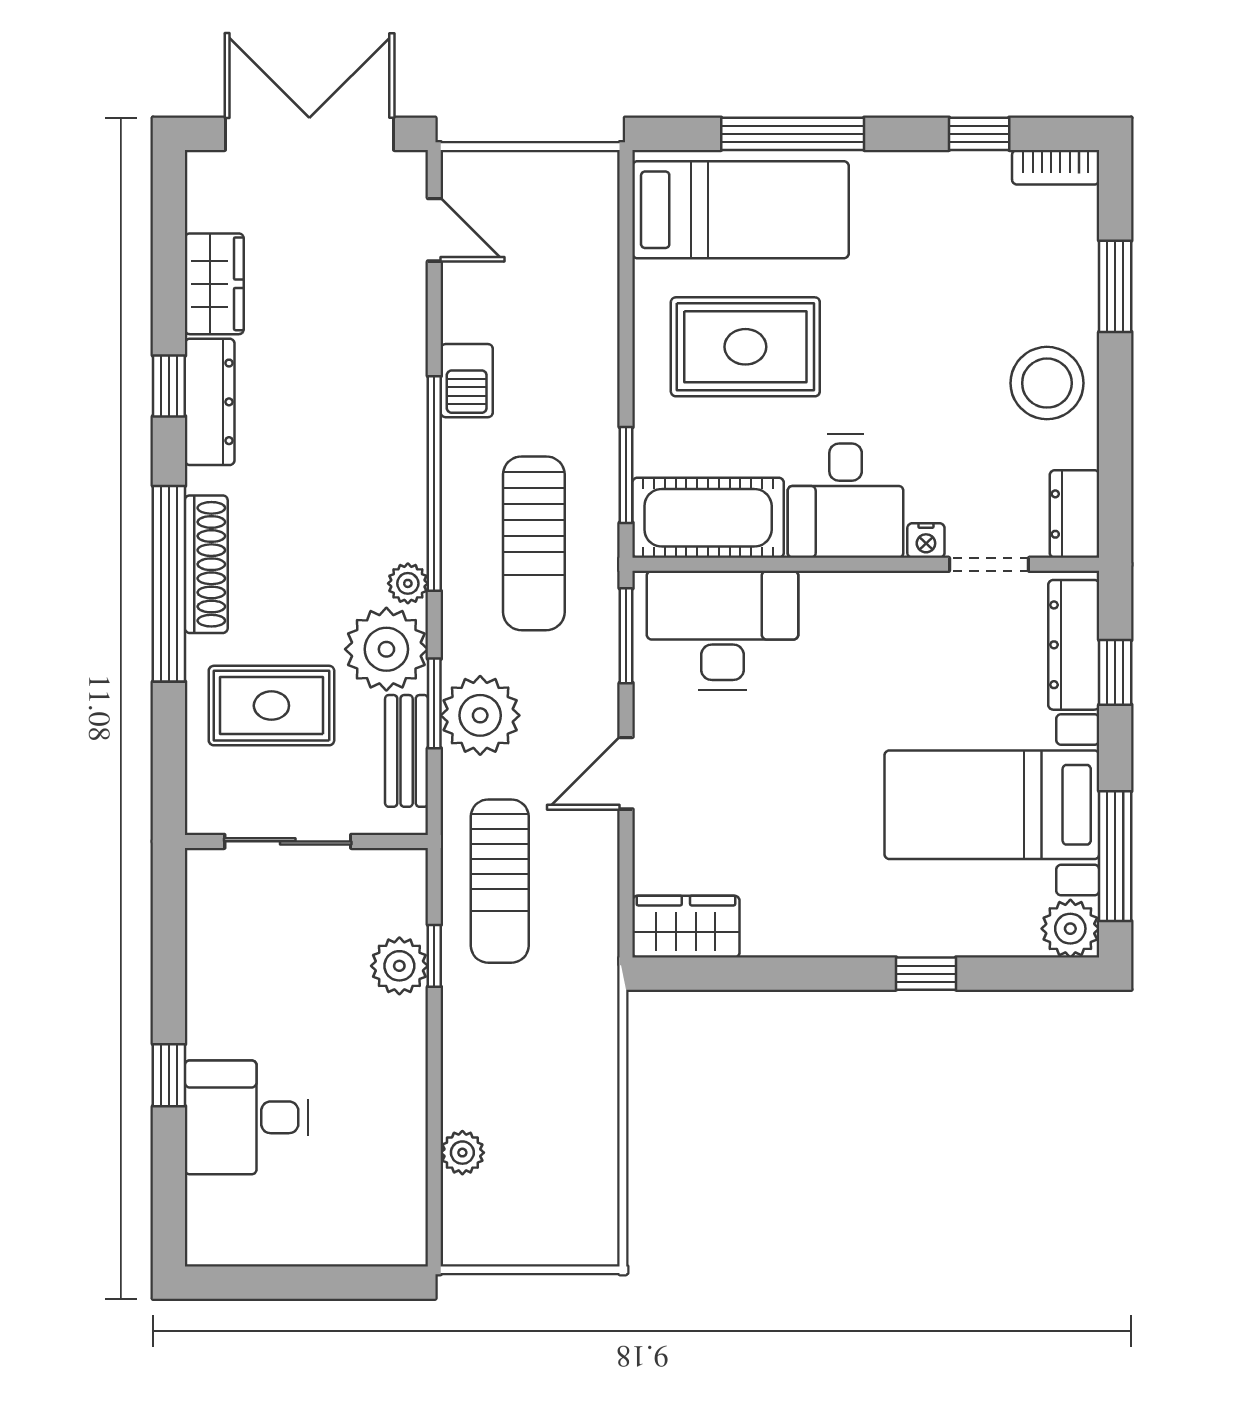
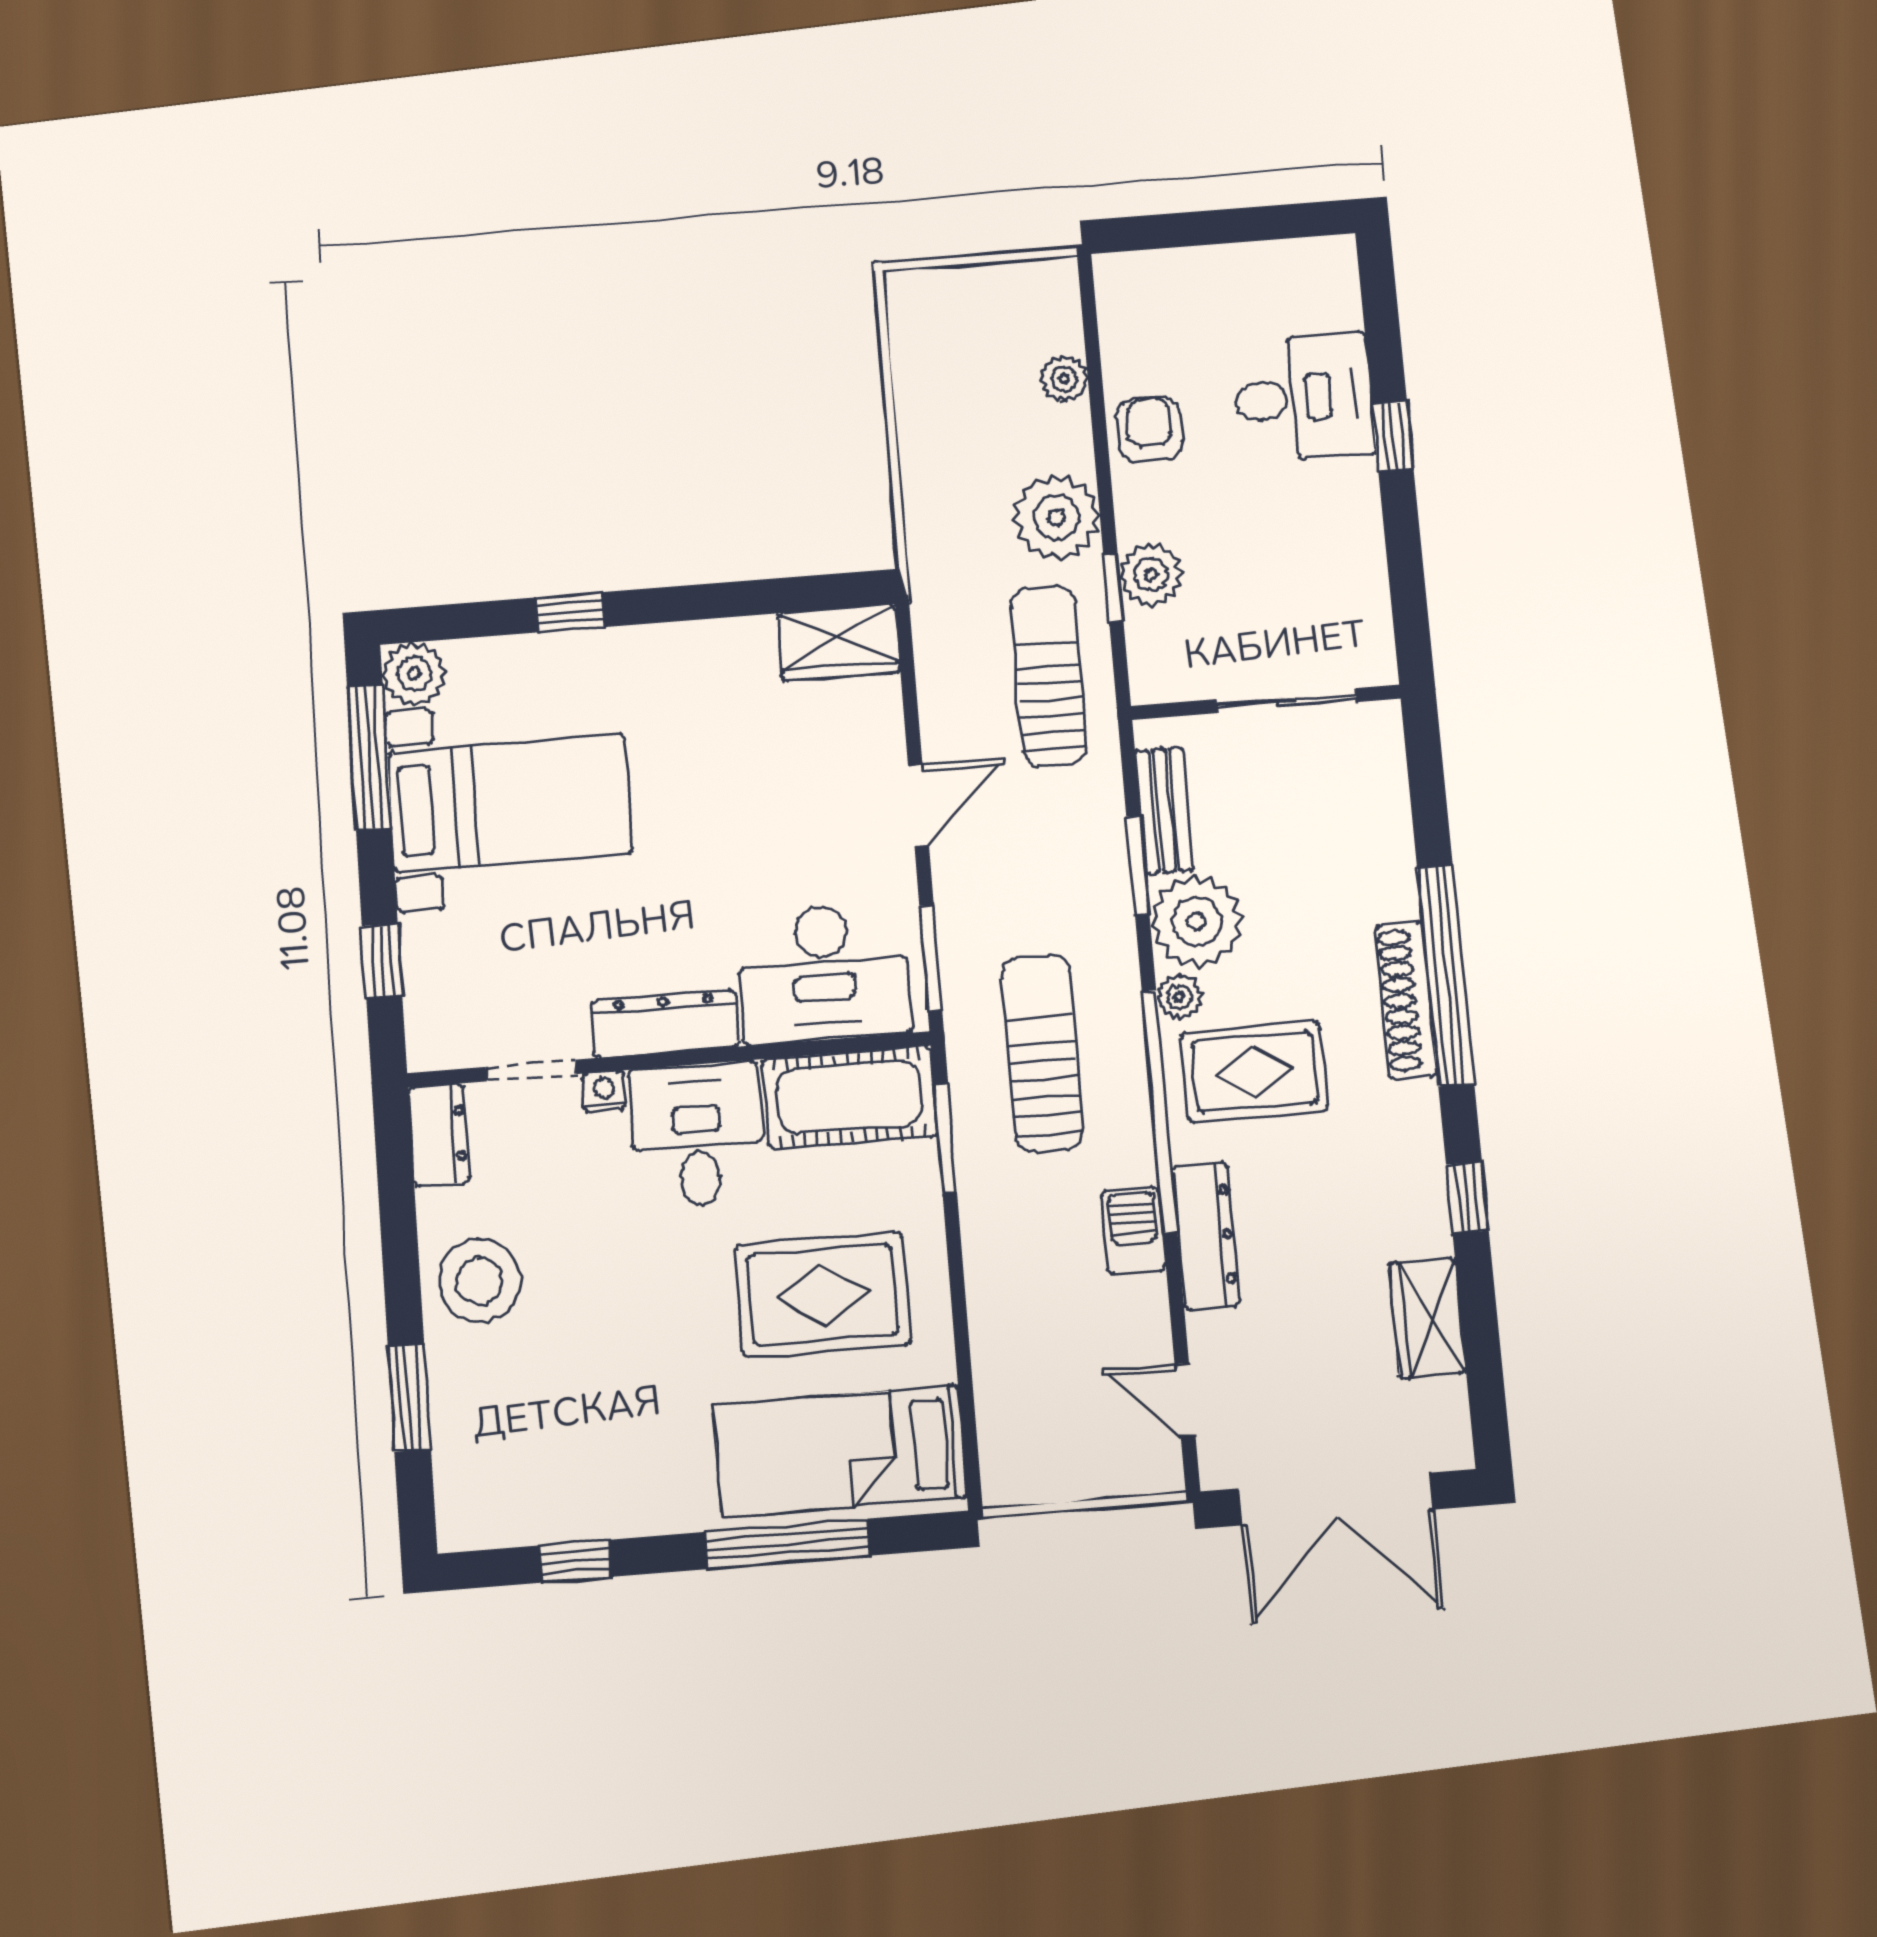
bookcase: (1056, 167) -> (486, 1530), removed
dresser: (210, 402) -> (1206, 1236), moved, turned 180
dresser: (1074, 645) -> (665, 1024), moved, turned -90
rug: (271, 706) -> (1254, 1072), moved
plant: (480, 715) -> (1056, 517), moved
armchair: (389, 1099) -> (1149, 430), added

